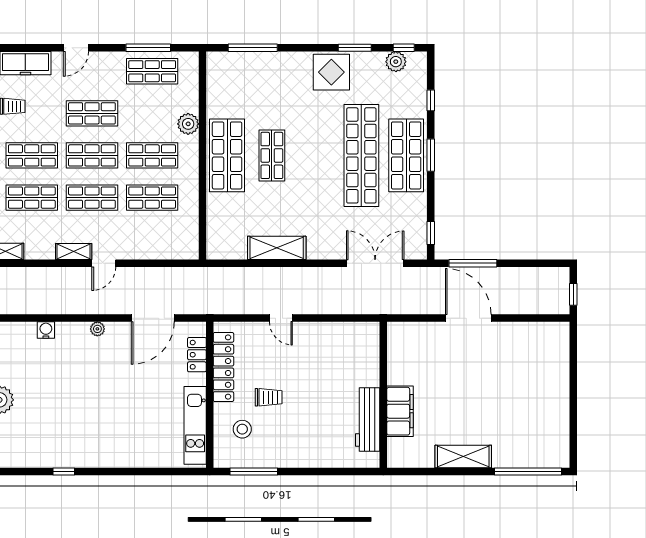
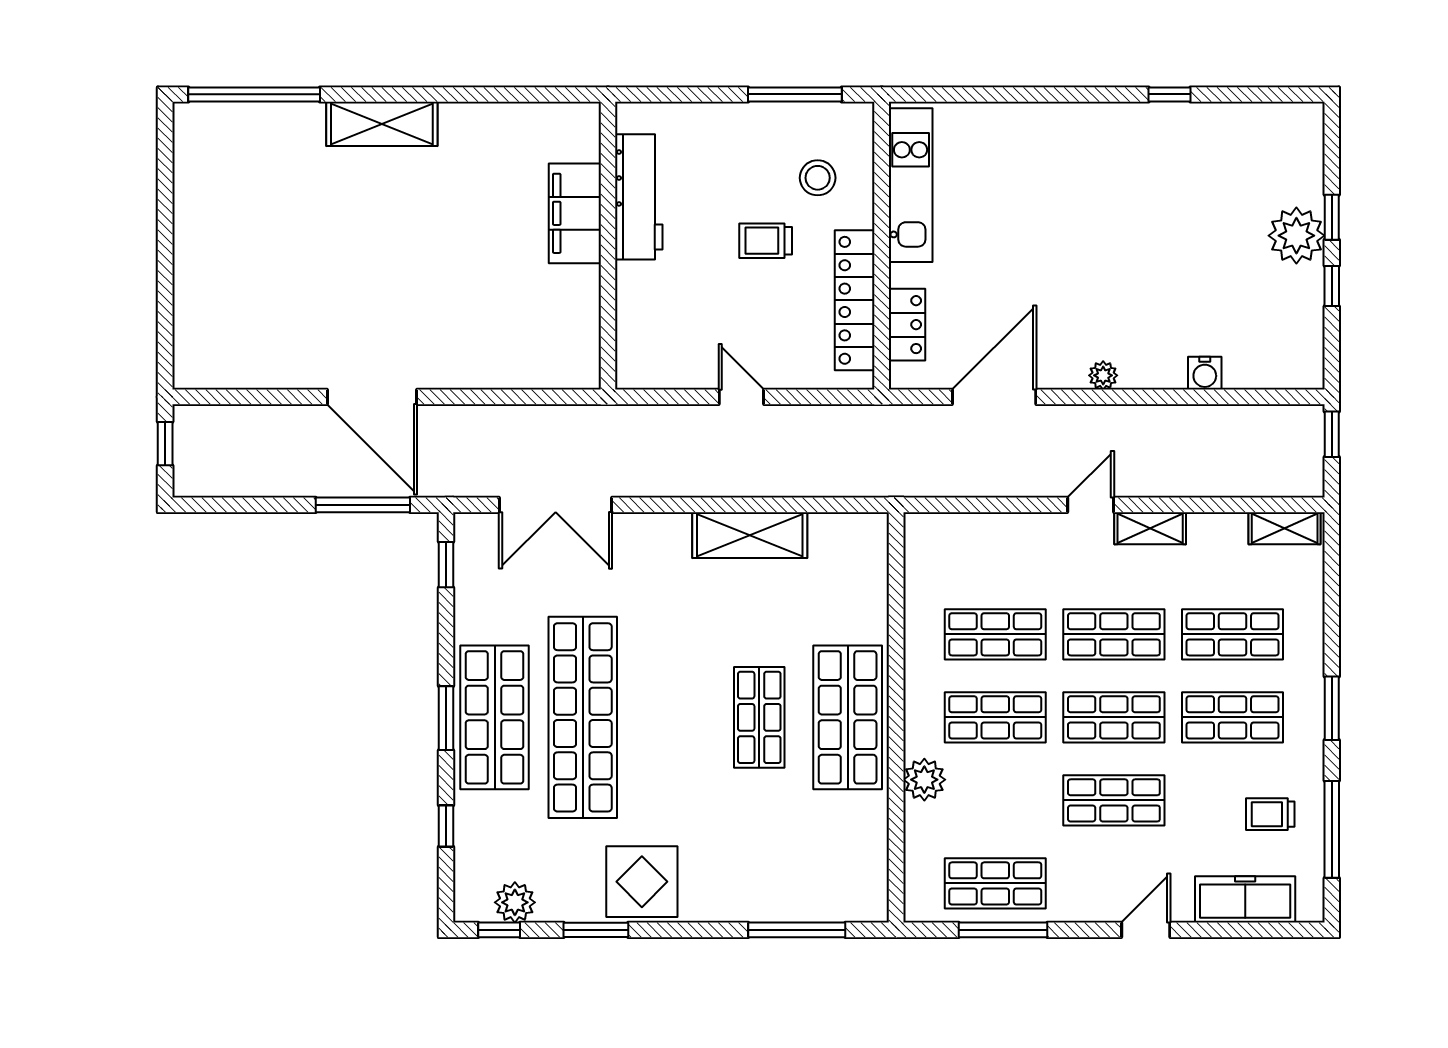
wall: (383, 395) -> (608, 246), moved
filing cabinet: (400, 411) -> (575, 213), moved
workbench: (368, 419) -> (639, 197), moved

